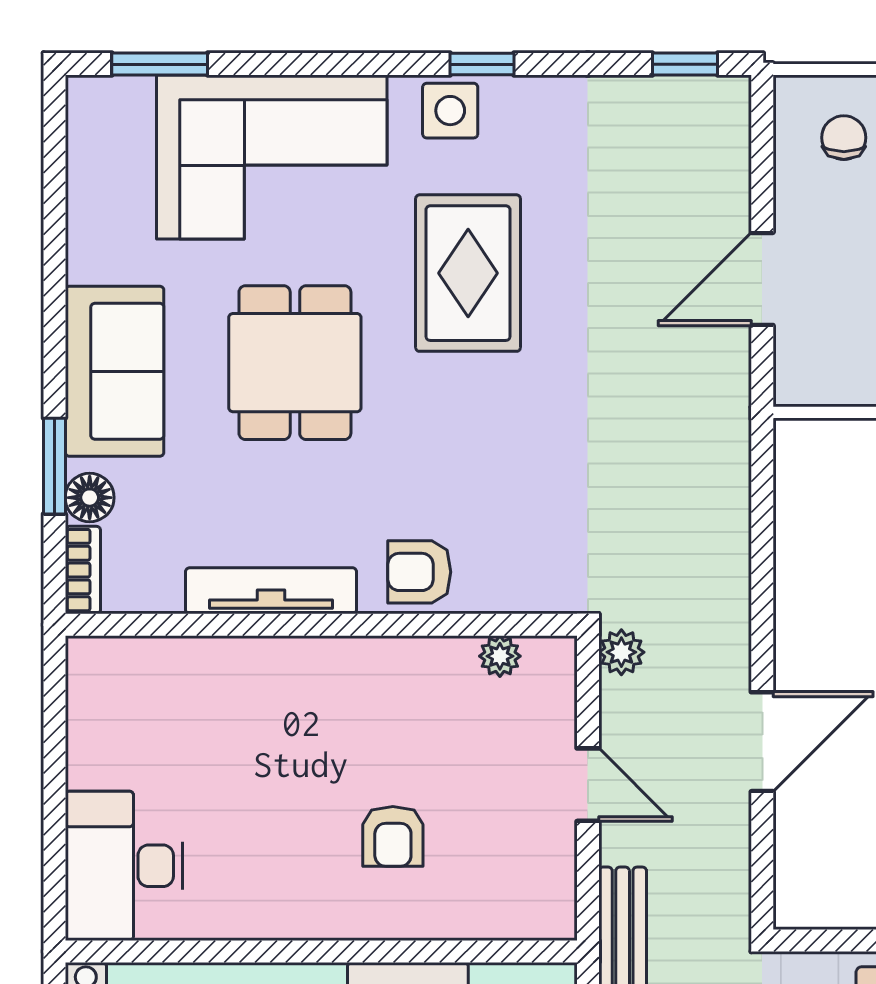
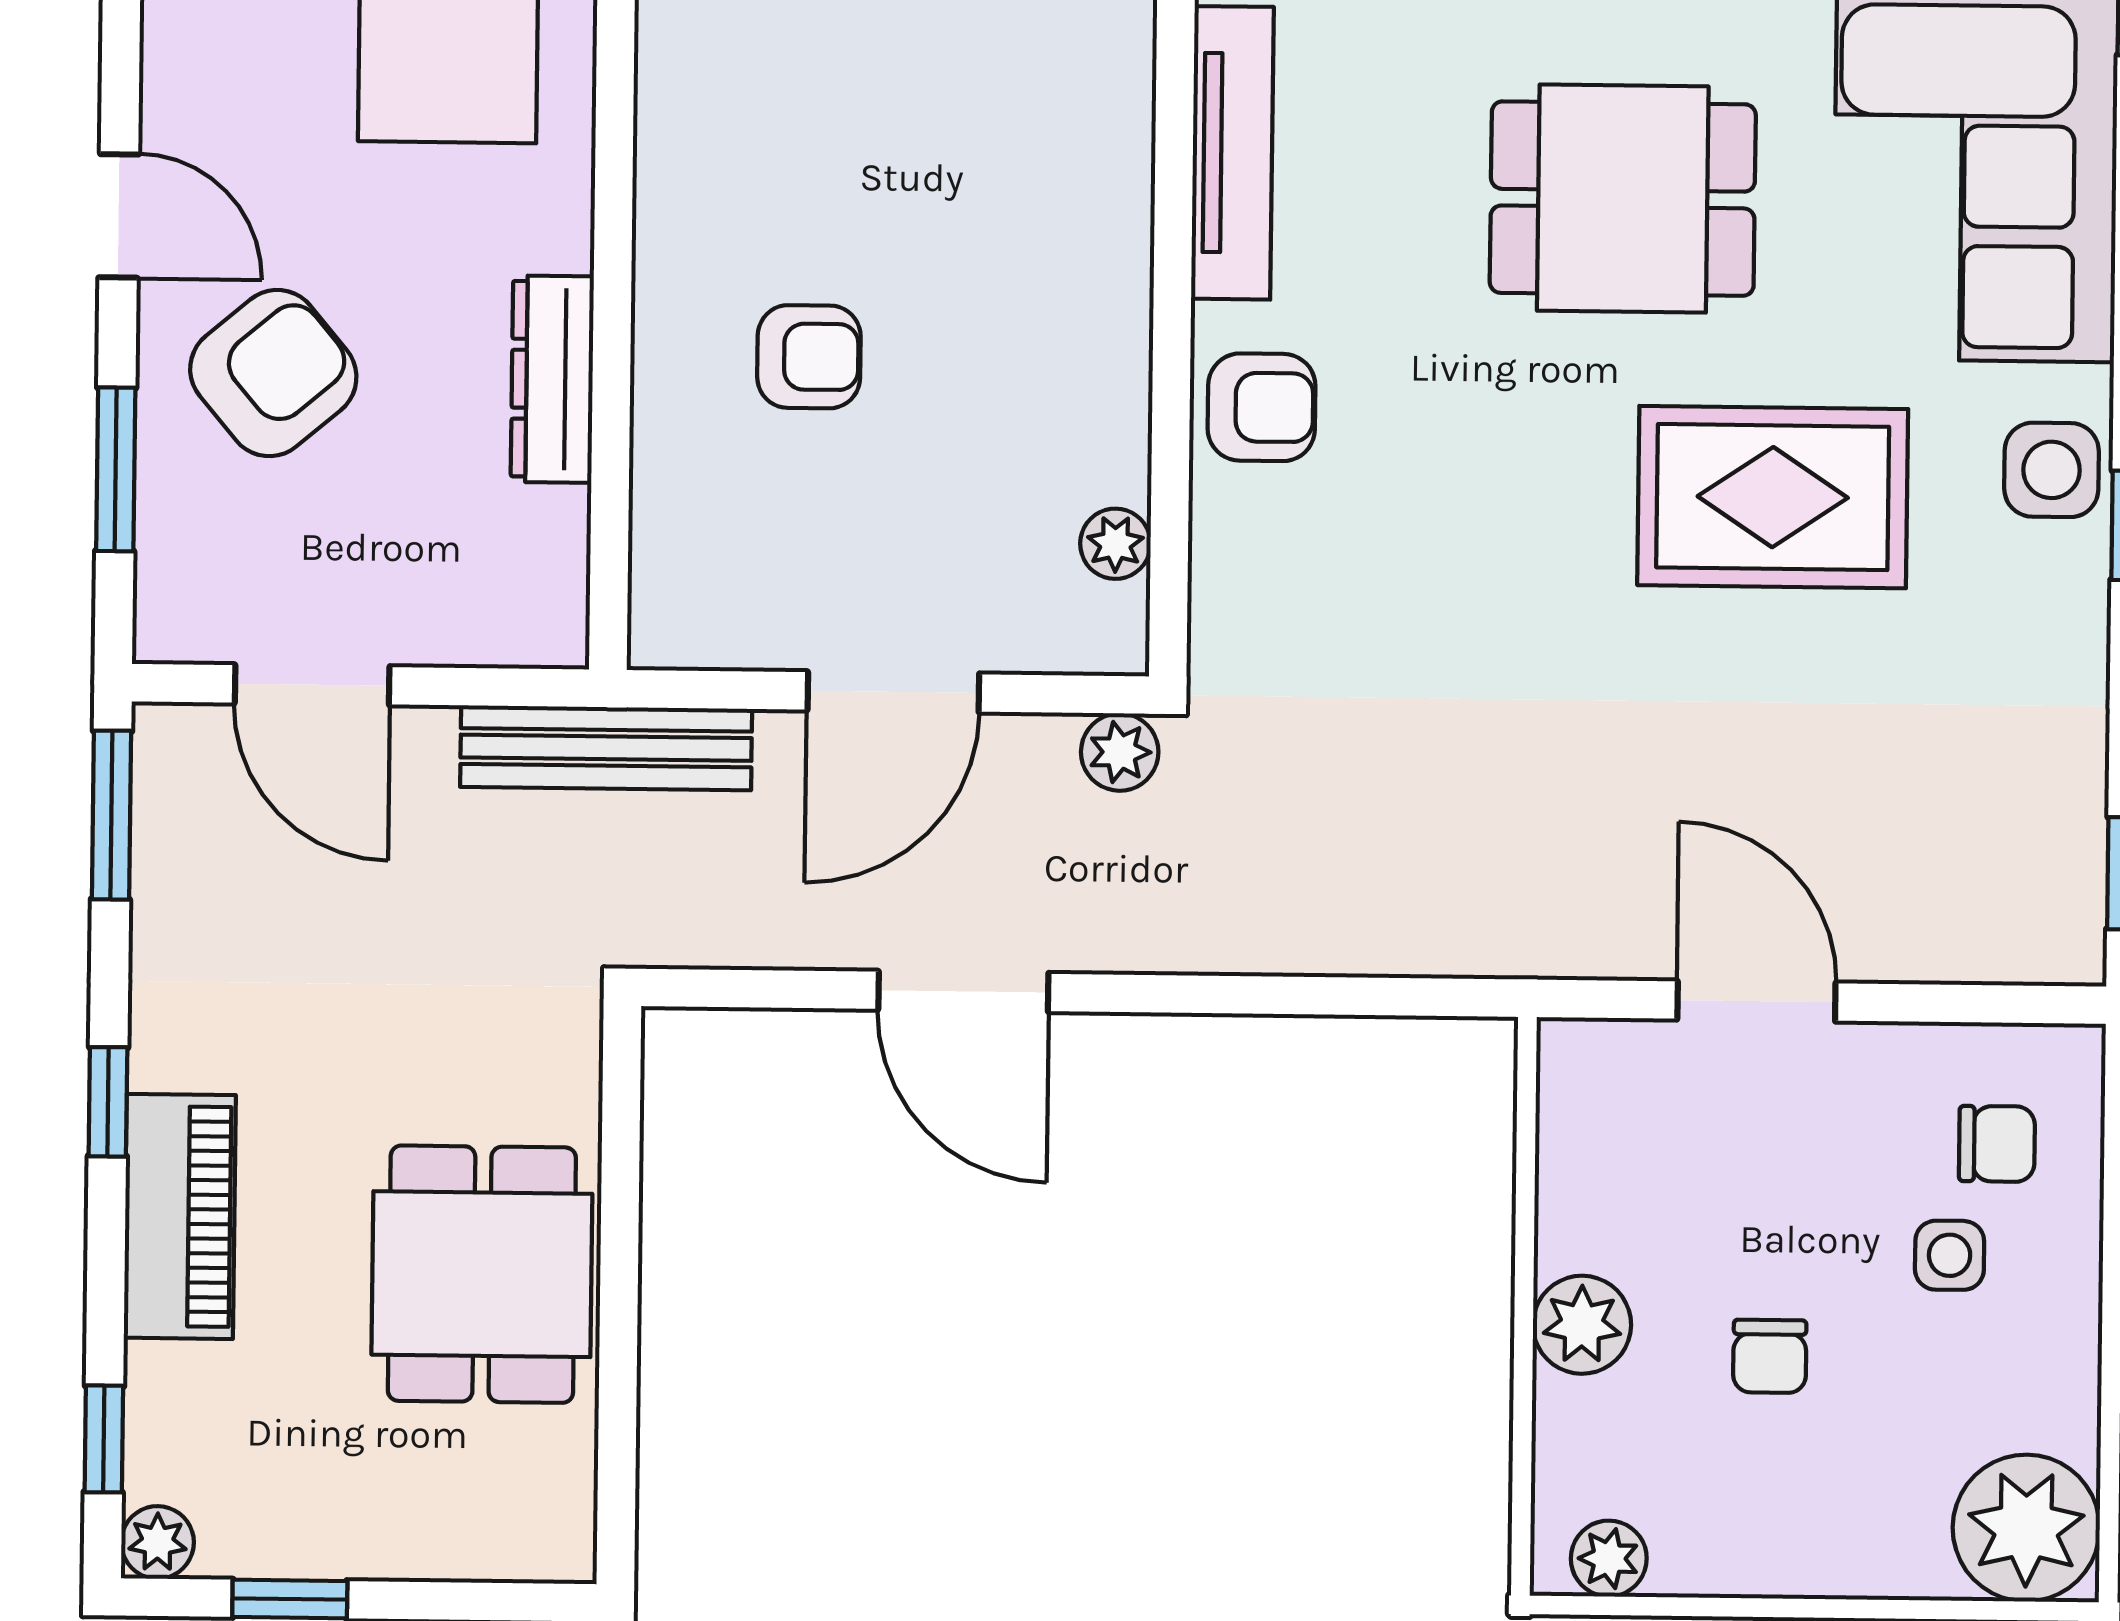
armchair: (419, 572) -> (1262, 407), turned 90
door: (588, 785) -> (893, 692), width x1.37
armchair: (393, 836) -> (809, 357), turned 180

